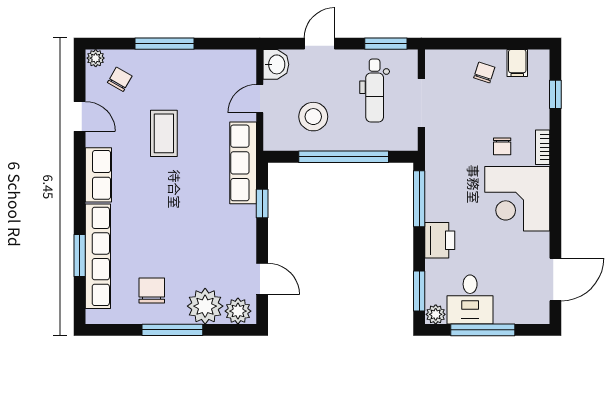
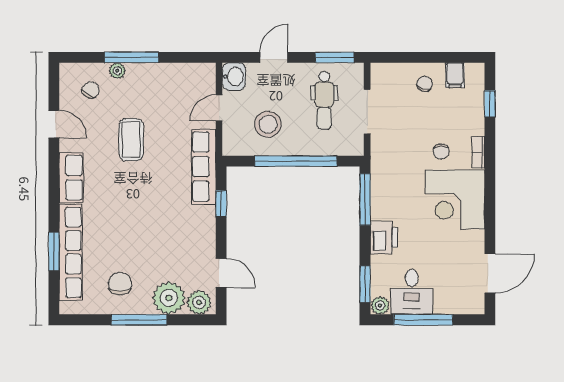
plant: (96, 58) -> (117, 71), moved

